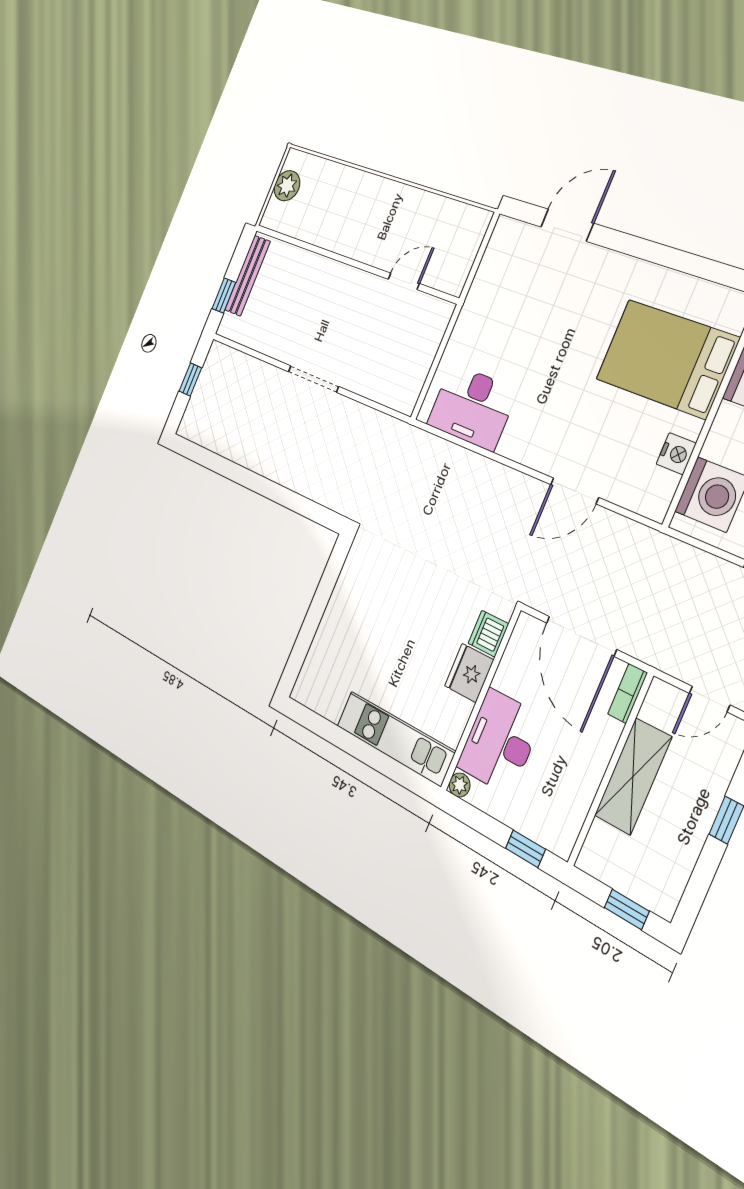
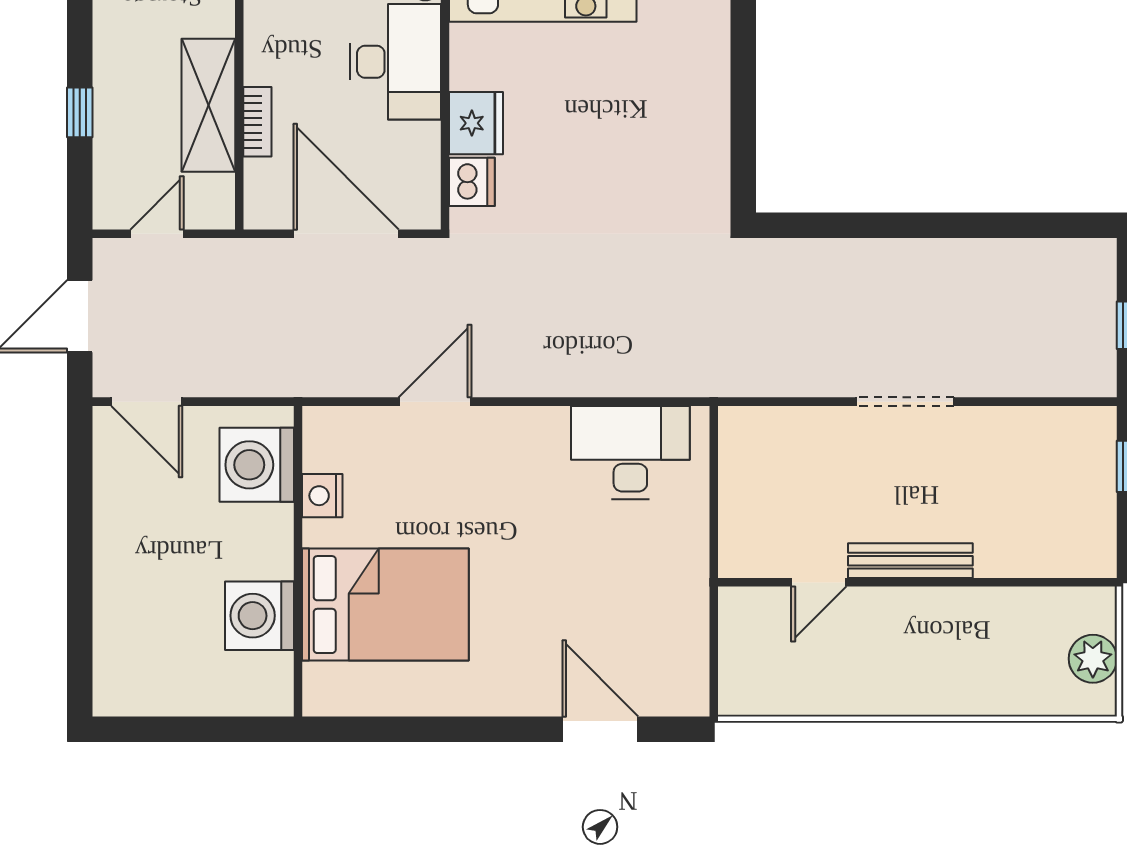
door: (567, 225) -> (600, 729), swing flipped
bench: (247, 276) -> (910, 561), moved, turned 90
bookcase: (628, 693) -> (257, 122), moved

